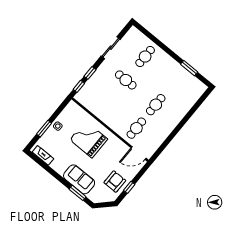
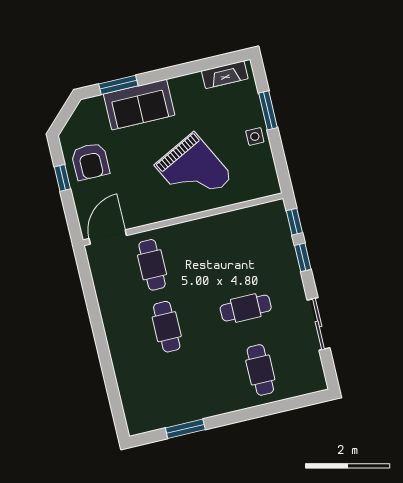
grand piano: (89, 139) -> (194, 171), turned 63

